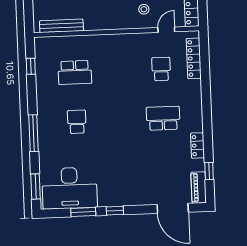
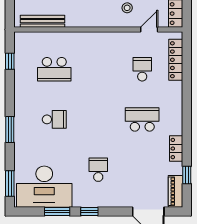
school desk: (77, 122) -> (54, 119), turned 90
window: (33, 133) -> (10, 129), width x0.69
school desk: (122, 169) -> (98, 170), added

